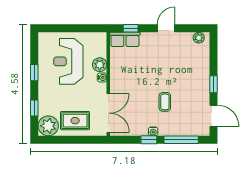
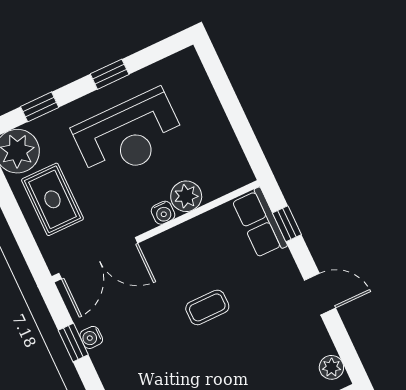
reception desk: (68, 61) -> (129, 135), moved, turned 180
coffee table: (165, 102) -> (207, 307), moved
water cooler: (153, 131) -> (91, 337), moved
window: (149, 140) -> (73, 342), moved

